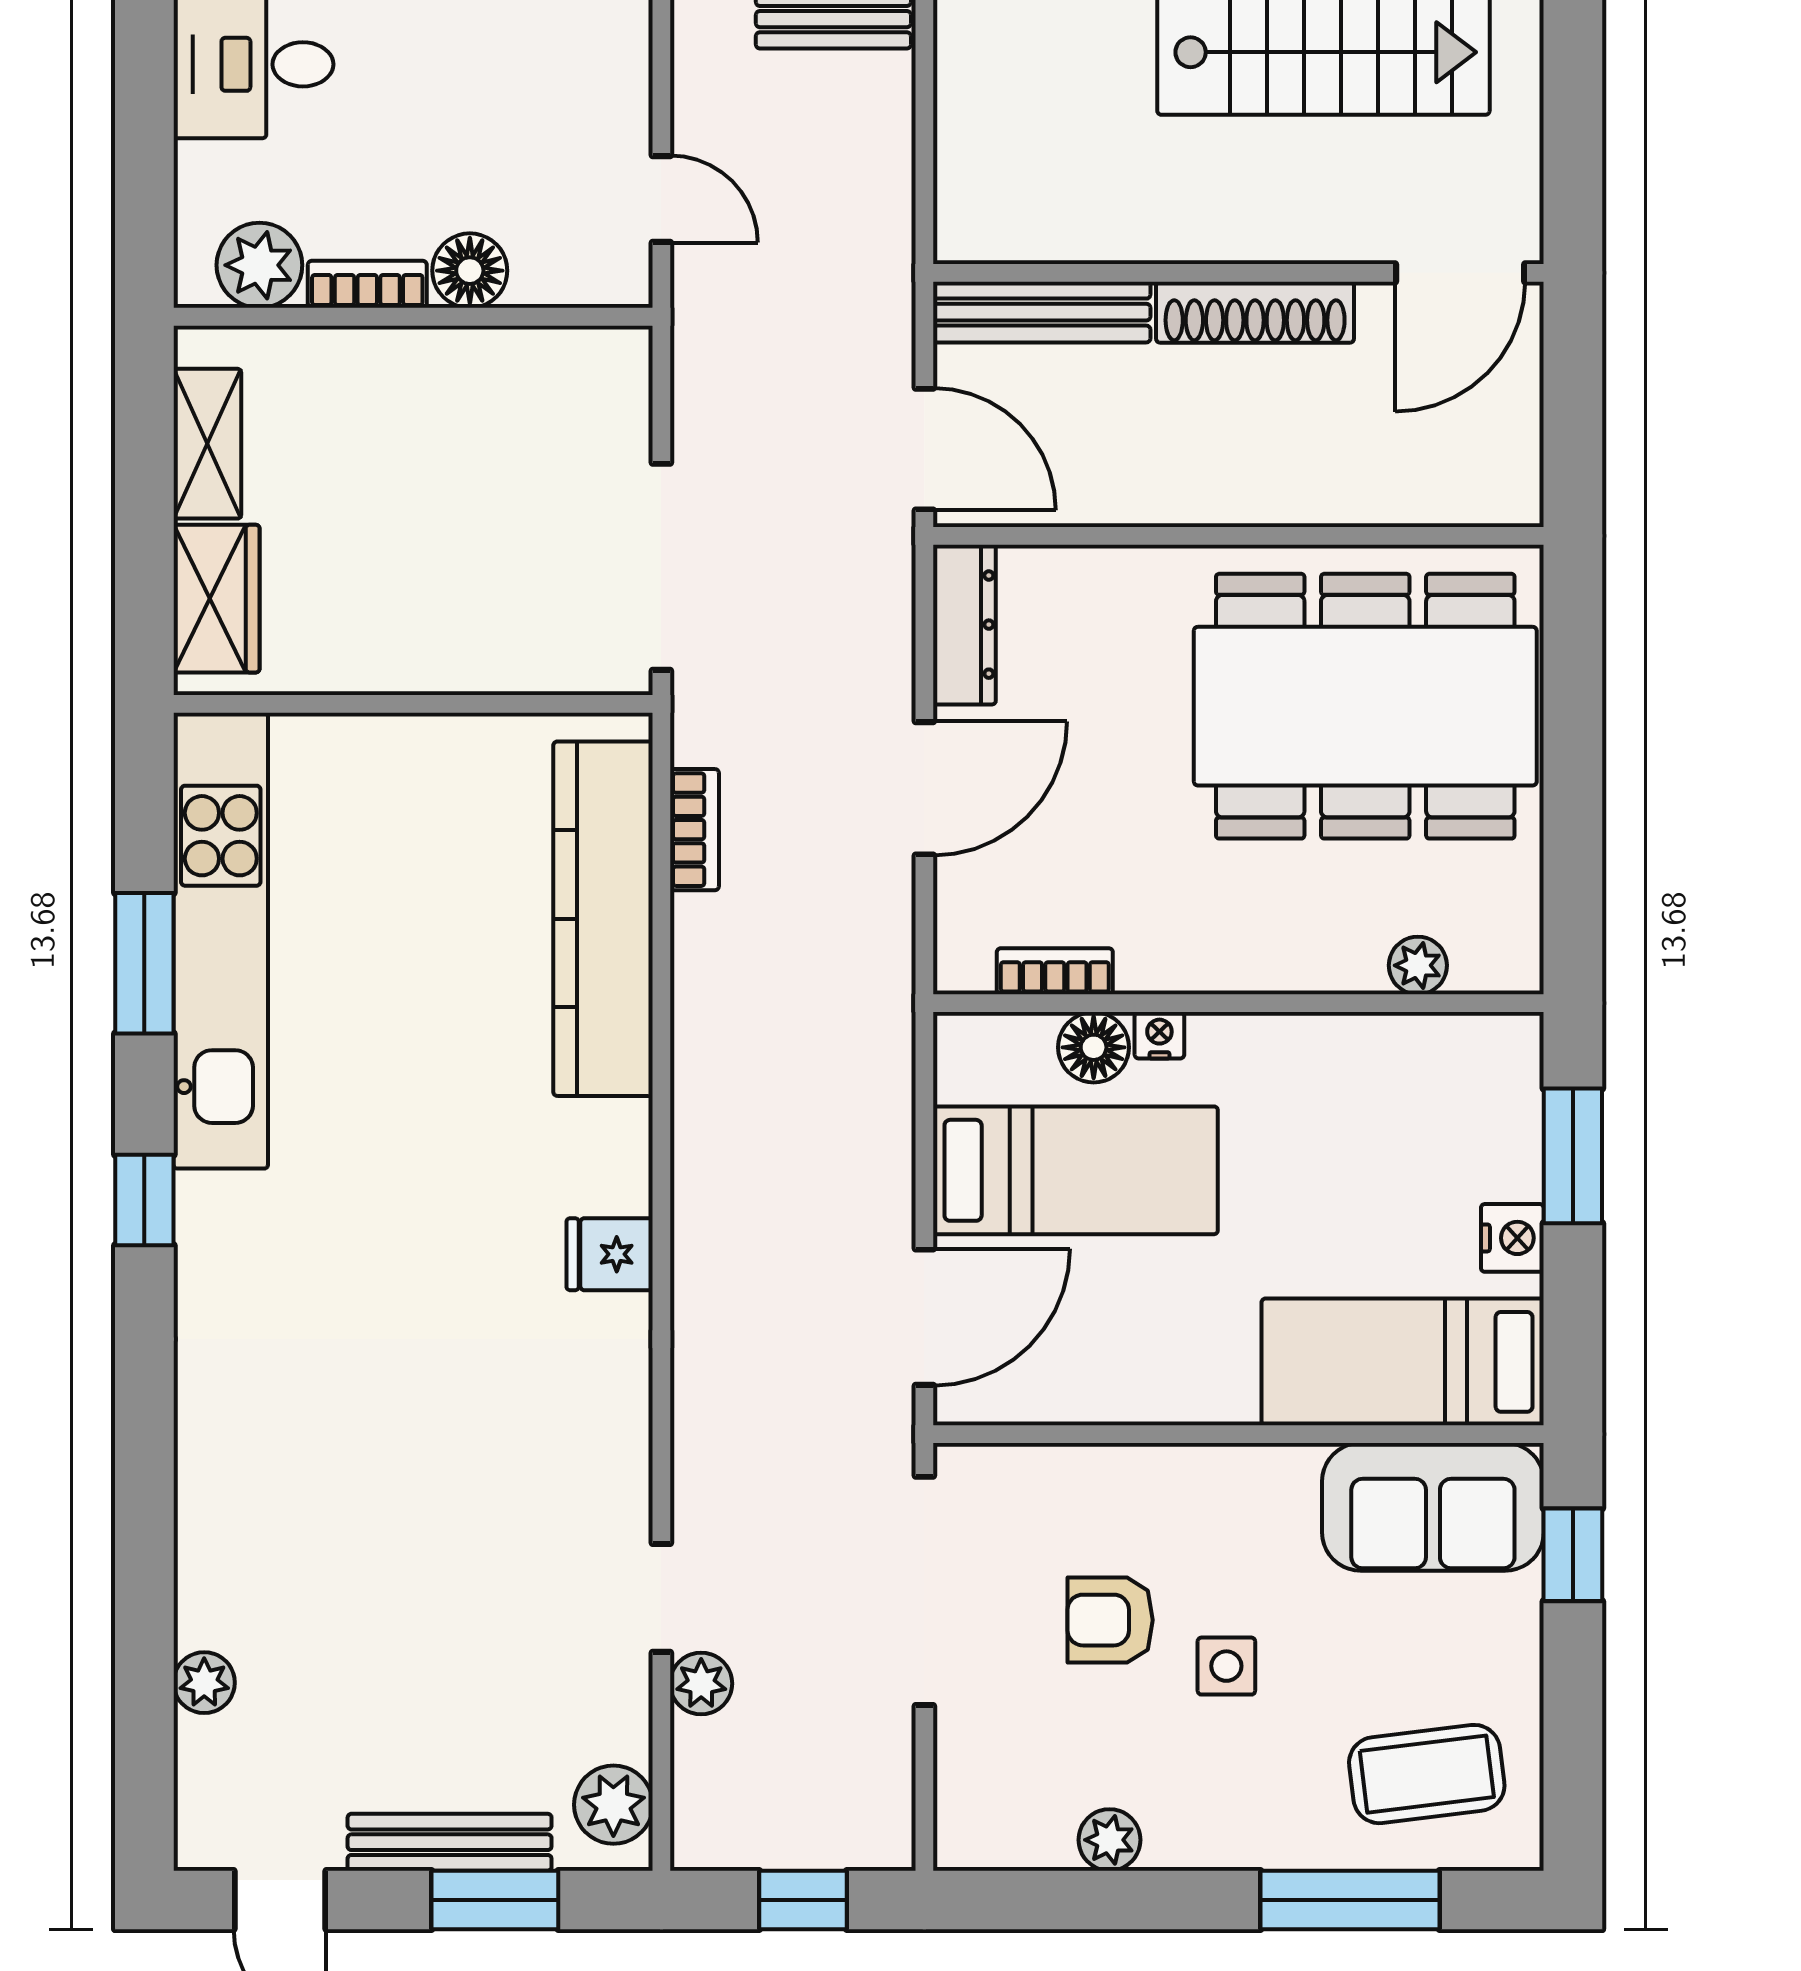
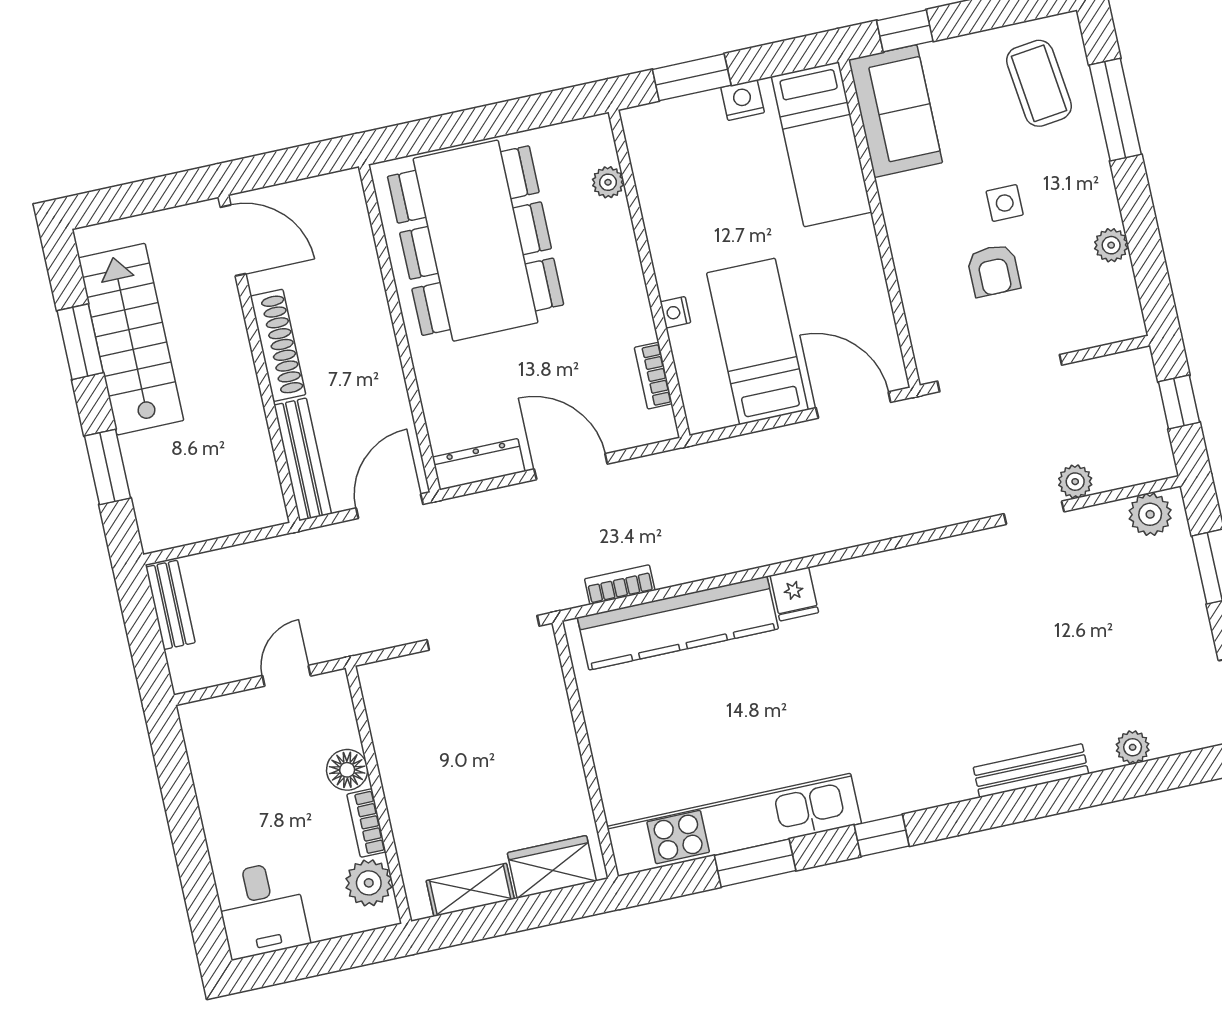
floor lamp: (1094, 1047) -> (689, 346), removed
fridge: (610, 1254) -> (794, 594), moved
bench: (450, 1842) -> (1031, 771), moved, turned 90

